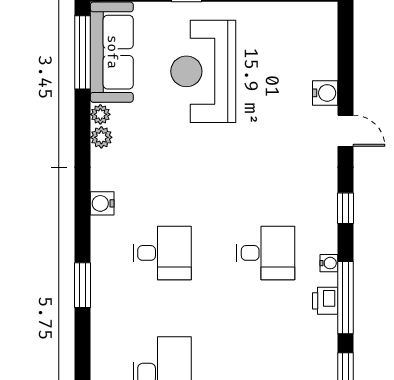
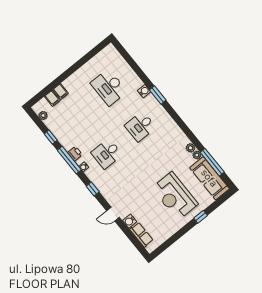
row of seats: (324, 50) -> (141, 235), added
window: (83, 52) -> (212, 162), moved
reception desk: (203, 71) -> (175, 196), turned 180
water cooler: (102, 203) -> (144, 91), moved

